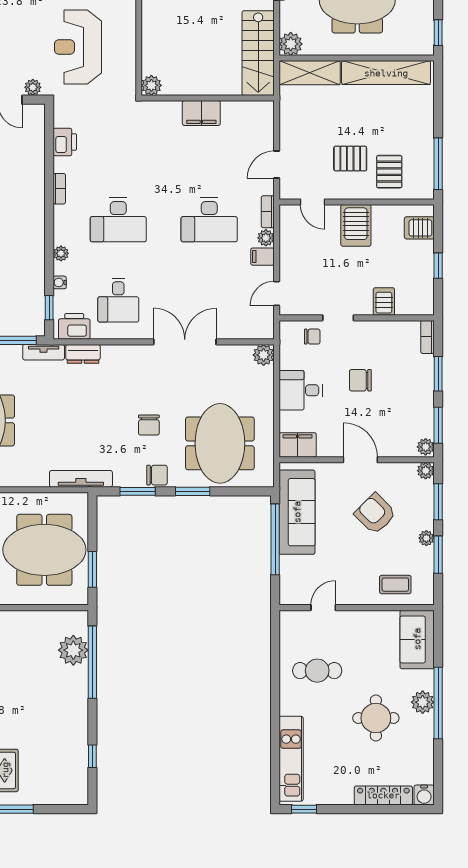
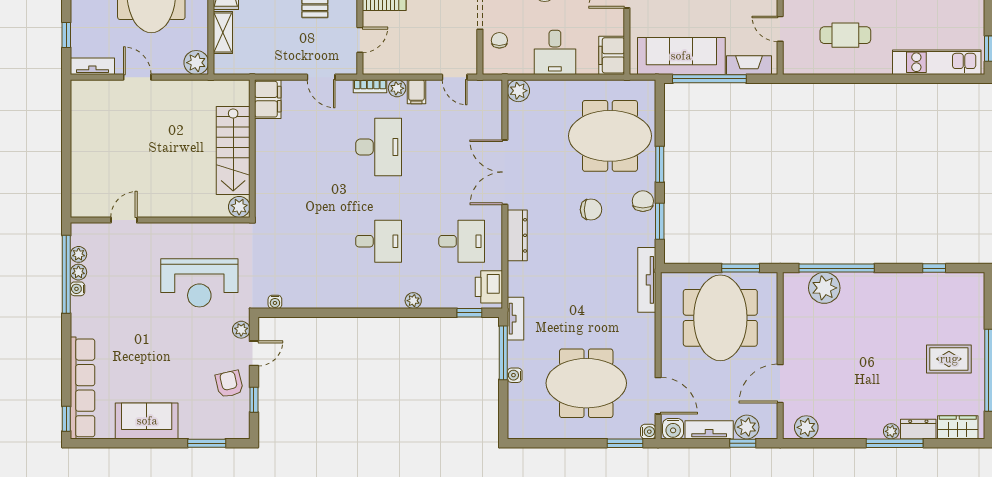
stairs: (258, 53) -> (233, 151), moved, turned 90
shelving: (310, 73) -> (223, 32), width x0.67, depth x0.75
filing cabinet: (201, 113) -> (268, 99), moved
printer: (65, 142) -> (298, 297), removed
bookcase: (59, 189) -> (346, 302), removed
desk: (118, 220) -> (379, 241), width x0.73
water cooler: (60, 282) -> (275, 302), moved
dresser: (83, 354) -> (517, 235), moved, width x1.44
fireplace: (288, 578) -> (749, 65), added
cafe table: (317, 671) -> (845, 35), turned 90

